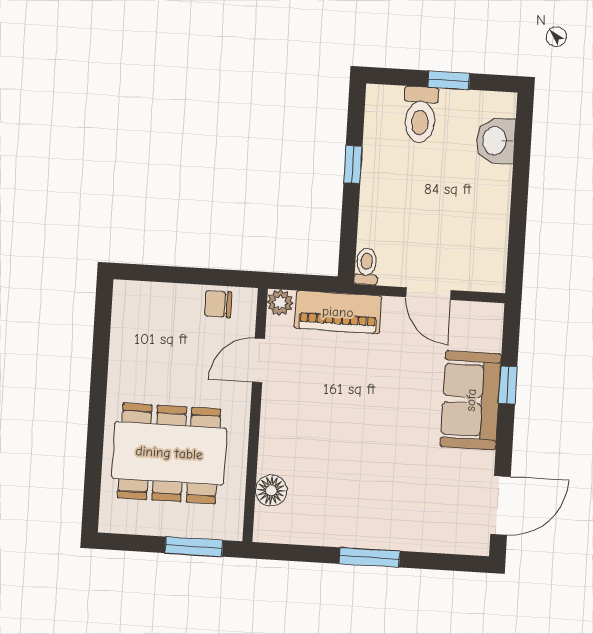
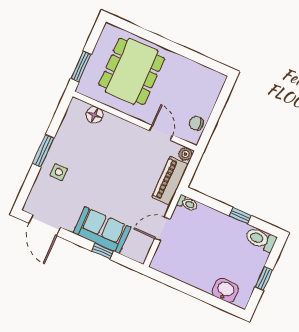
toilet: (420, 115) -> (261, 239), moved
chair: (218, 304) -> (196, 123), turned -97
side table: (397, 516) -> (59, 172), added

